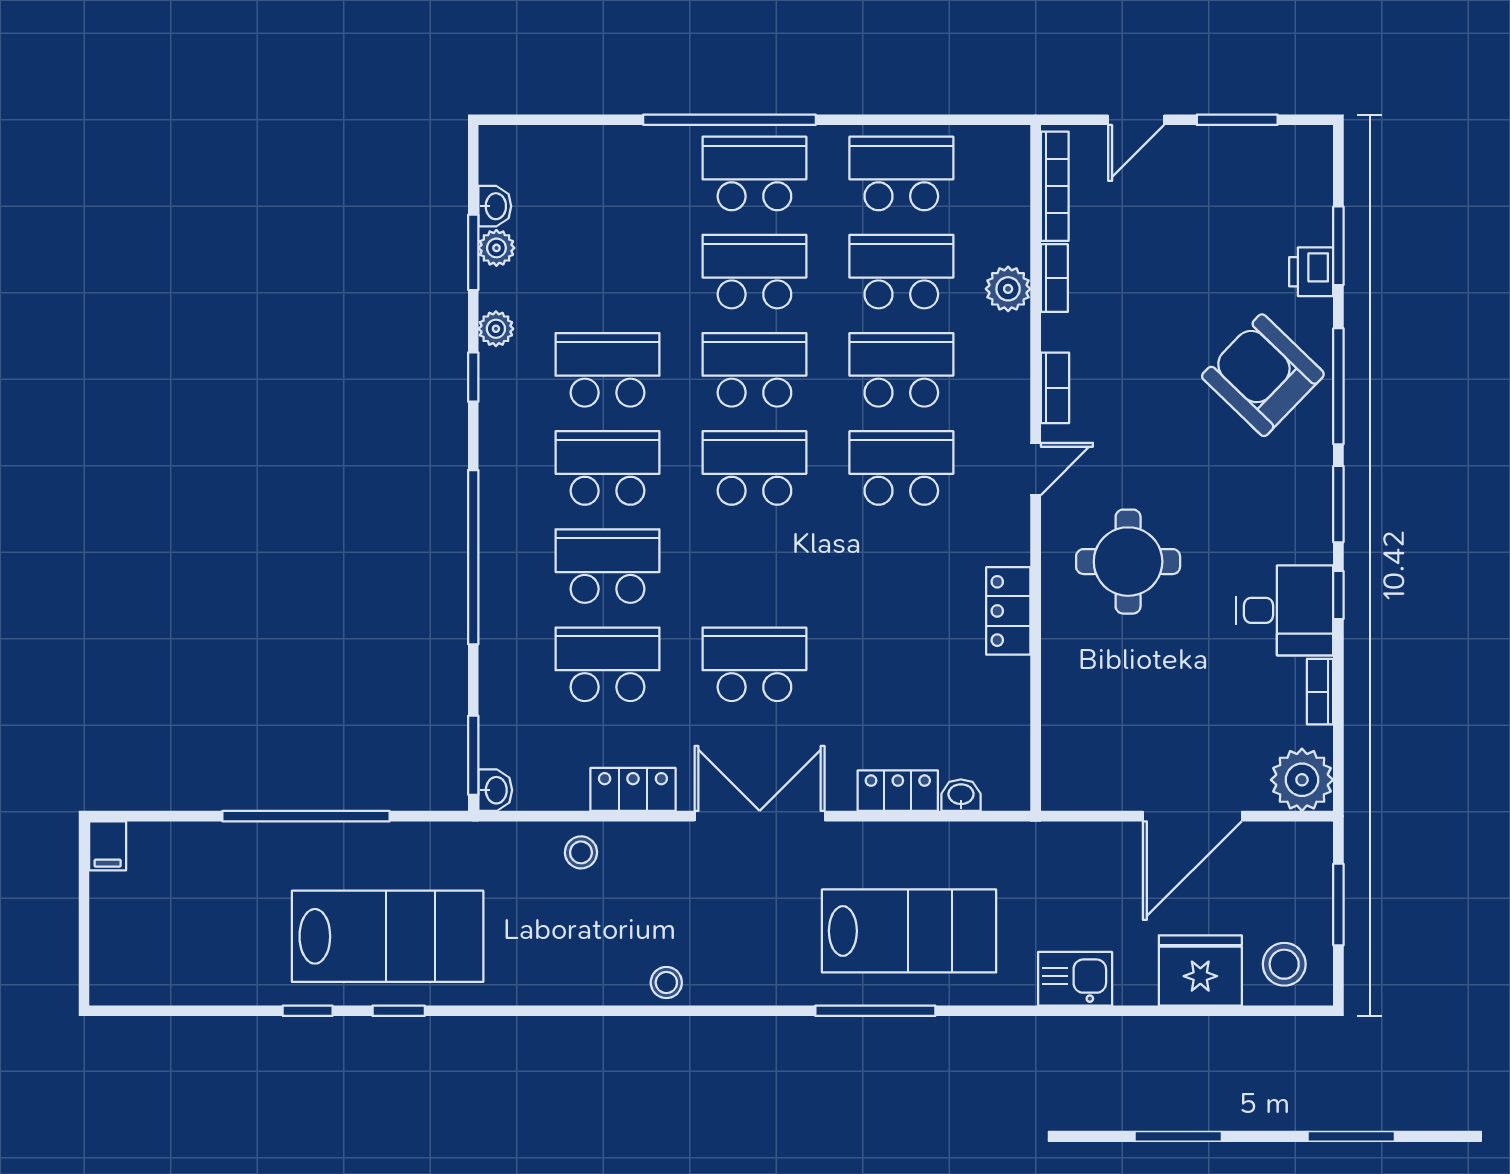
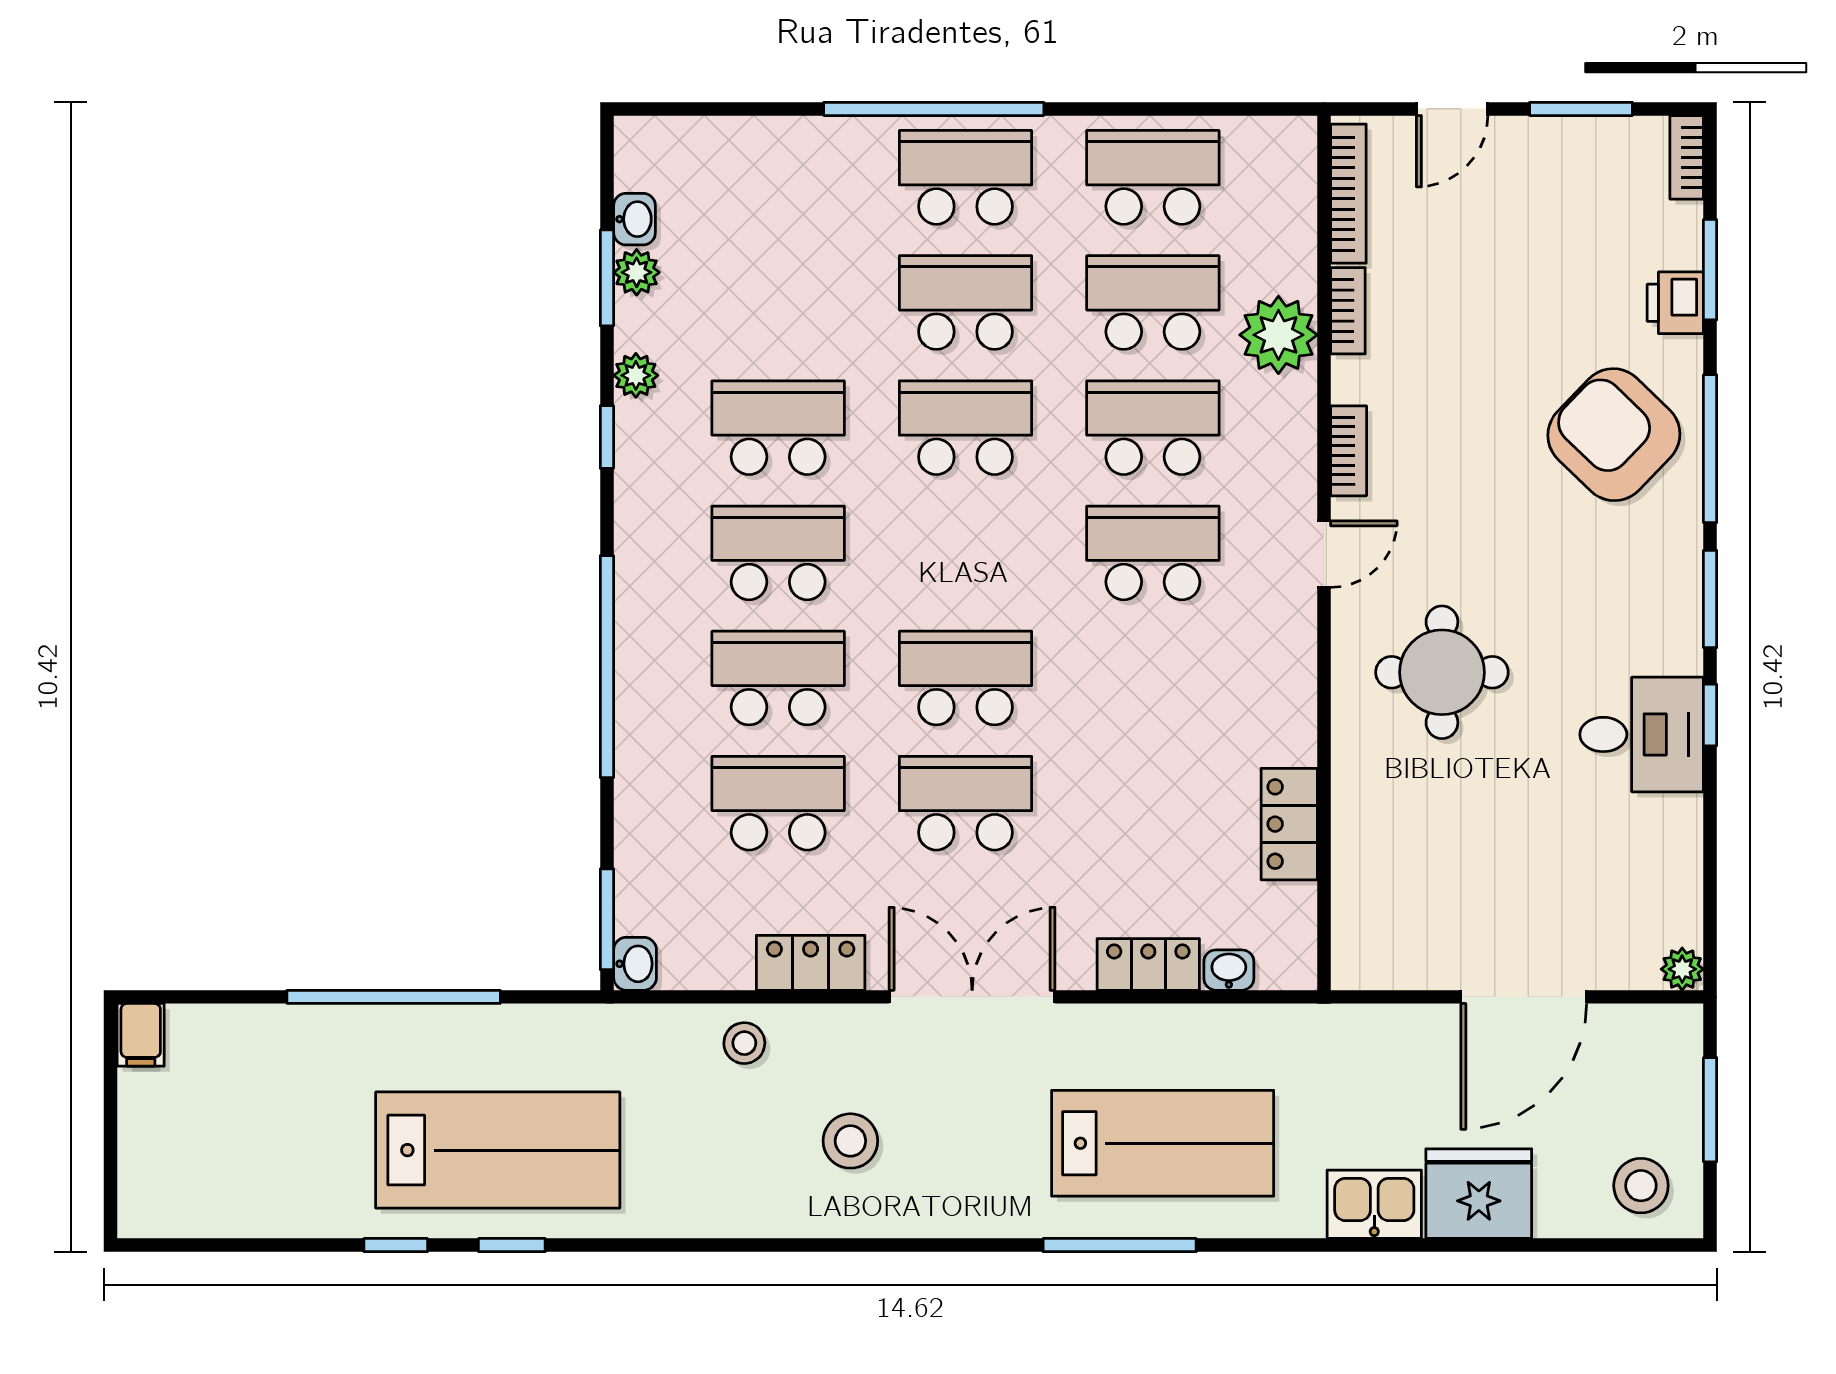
plant: (1008, 289) -> (1278, 335), width x1.36, depth x1.36
school desk: (754, 468) -> (965, 678), moved
locker: (1008, 611) -> (1289, 824), moved
bookcase: (1320, 692) -> (1687, 157), moved
plant: (1302, 780) -> (1682, 969), width x0.53, depth x0.53
fridge: (1200, 970) -> (1479, 1194), moved
stool: (666, 983) -> (850, 1141), moved, width x1.37, depth x1.37

